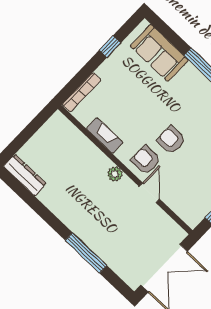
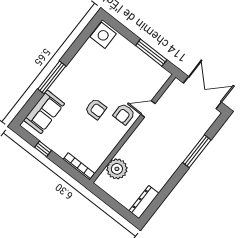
fireplace: (105, 136) -> (109, 146), removed
armchair: (171, 140) -> (96, 109), moved, turned -91
plant: (115, 174) -> (117, 169), moved, width x1.88, depth x1.88

